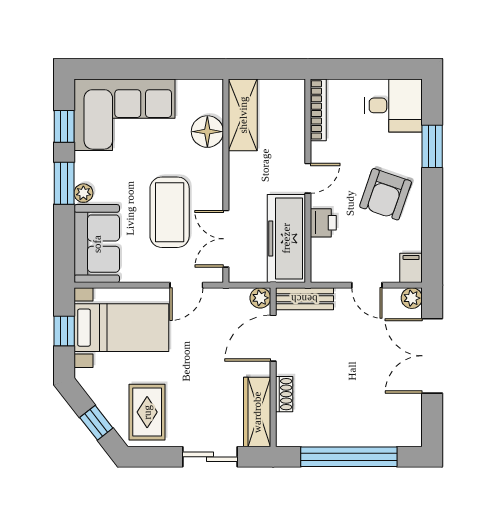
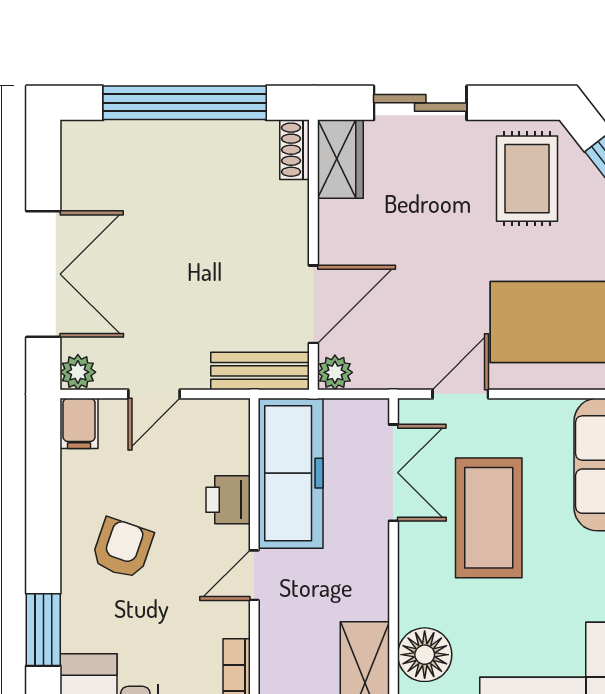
armchair: (386, 194) -> (122, 548), width x0.72, depth x0.72
door: (367, 285) -> (154, 394), swing flipped
shoe rack: (284, 394) -> (295, 150), moved
wardrobe: (257, 412) -> (340, 159), width x0.67

